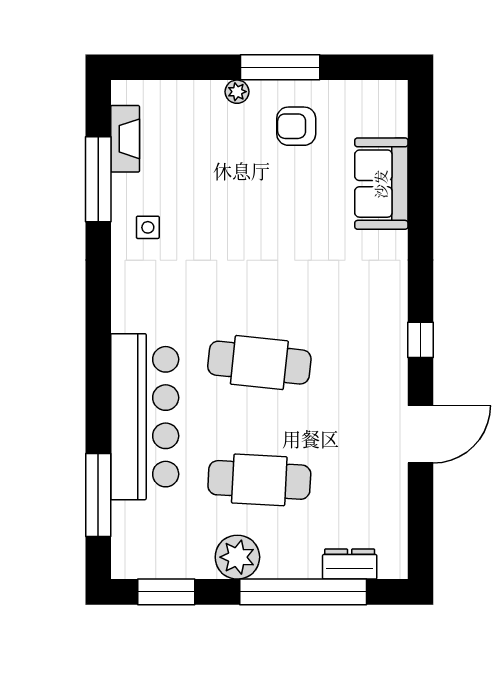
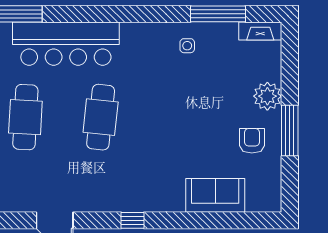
plant: (237, 92) -> (267, 96), width x1.88, depth x1.88
fireplace: (125, 139) -> (260, 31), moved
window: (420, 340) -> (133, 220), moved

